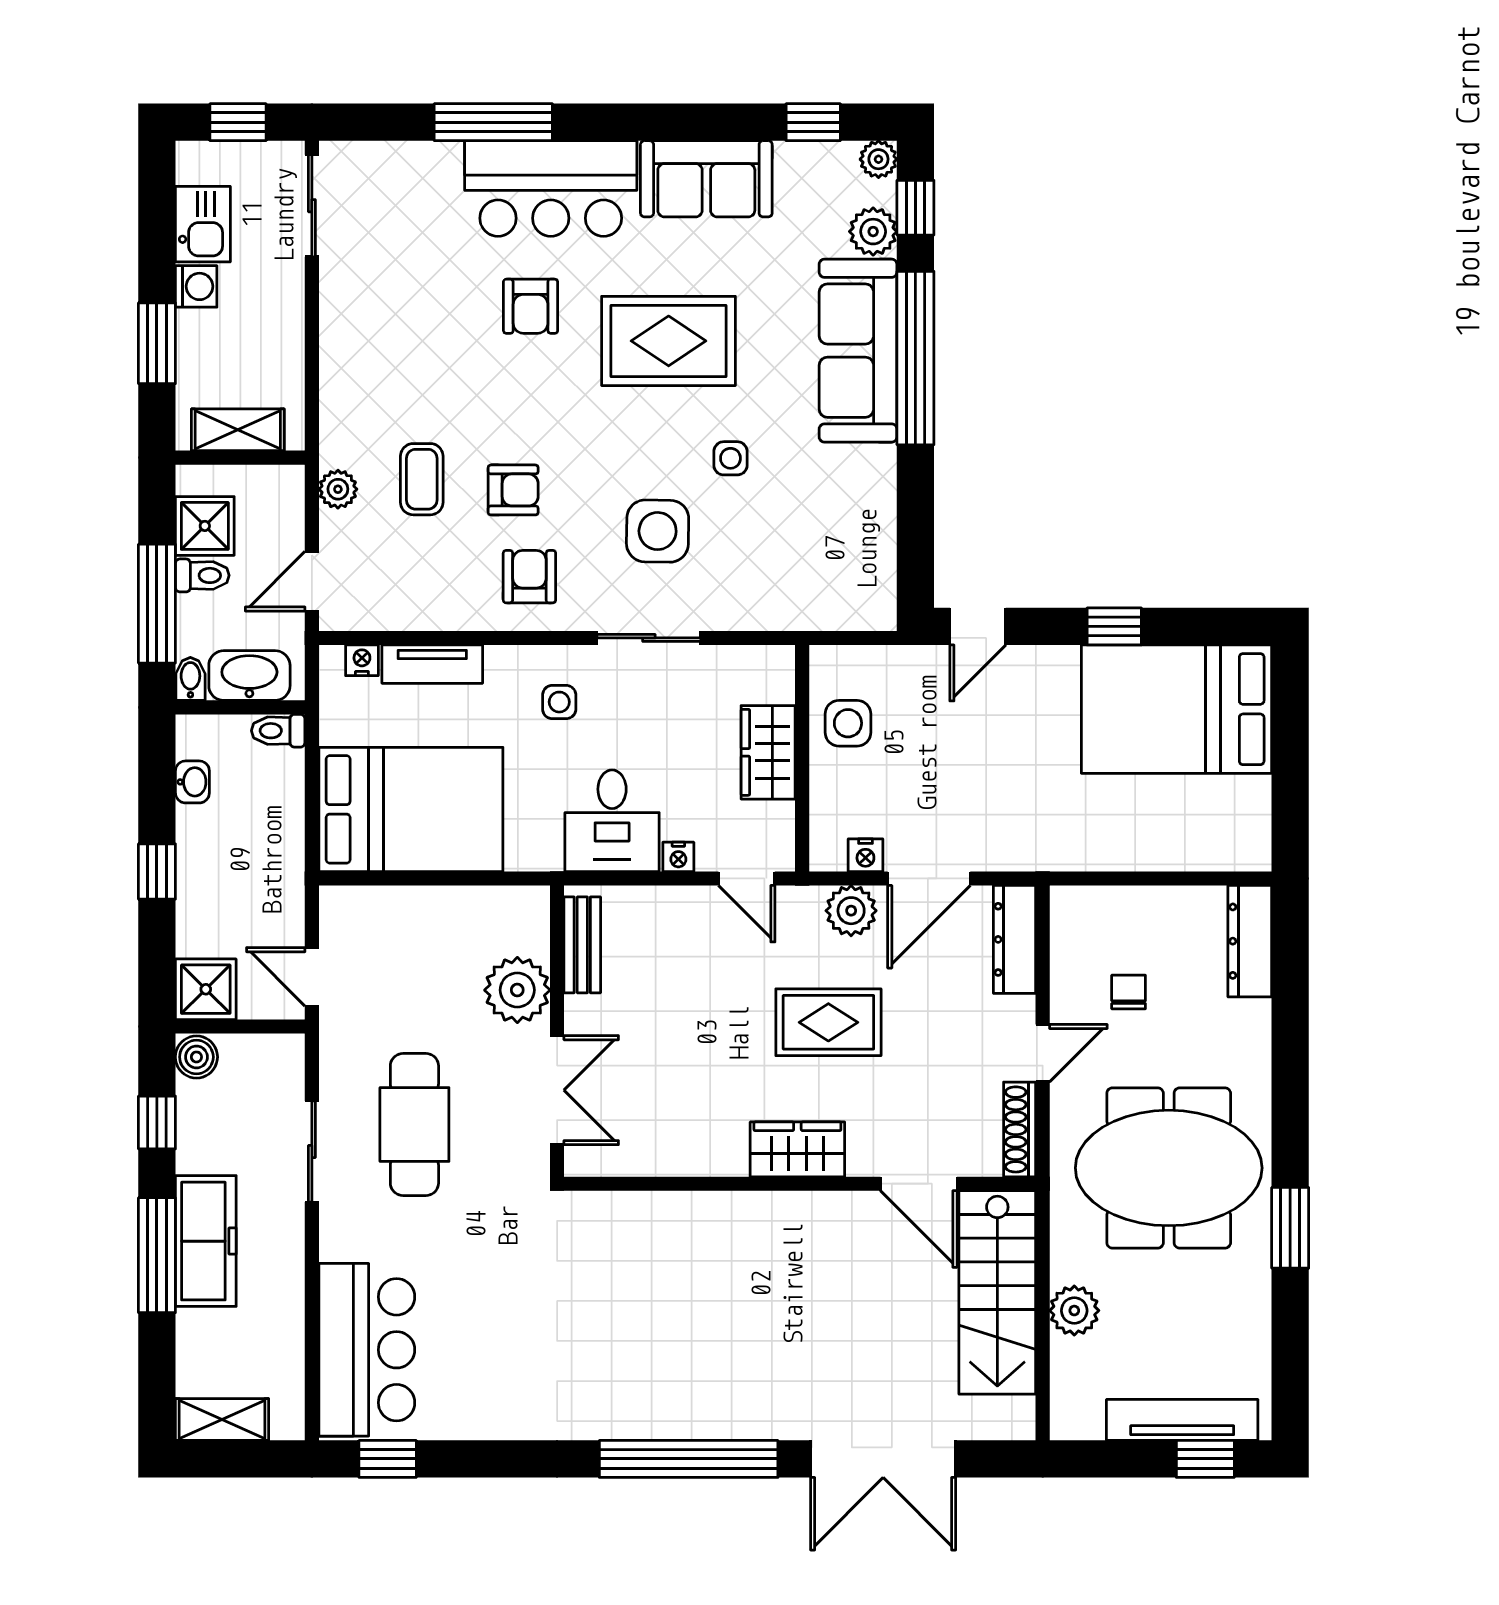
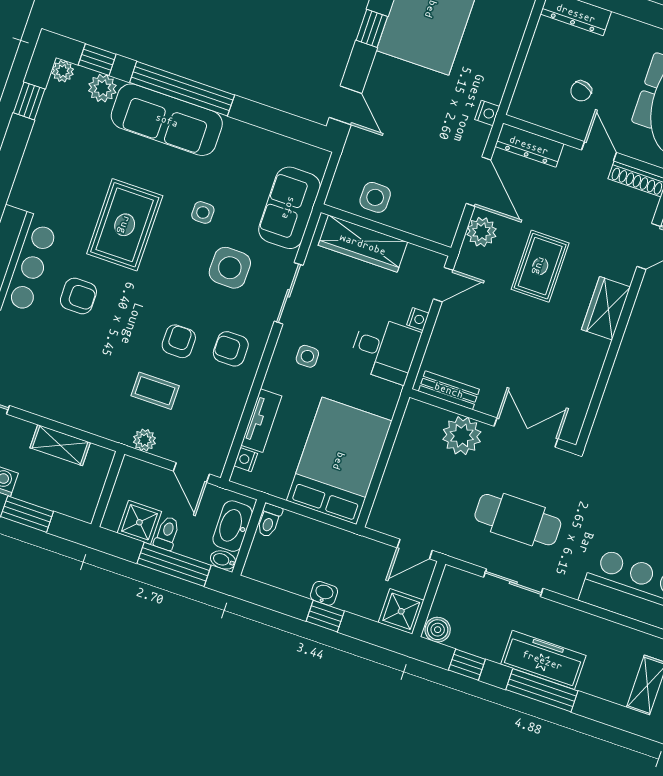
sofa: (706, 179) -> (289, 208), moved, turned 180
shelving: (238, 430) -> (60, 445), moved, turned 90
wardrobe: (768, 752) -> (363, 244), width x1.50
washbasin: (192, 782) -> (324, 593), moved
nightstand: (865, 855) -> (487, 113), moved
chair: (1129, 992) -> (581, 91), turned -72

